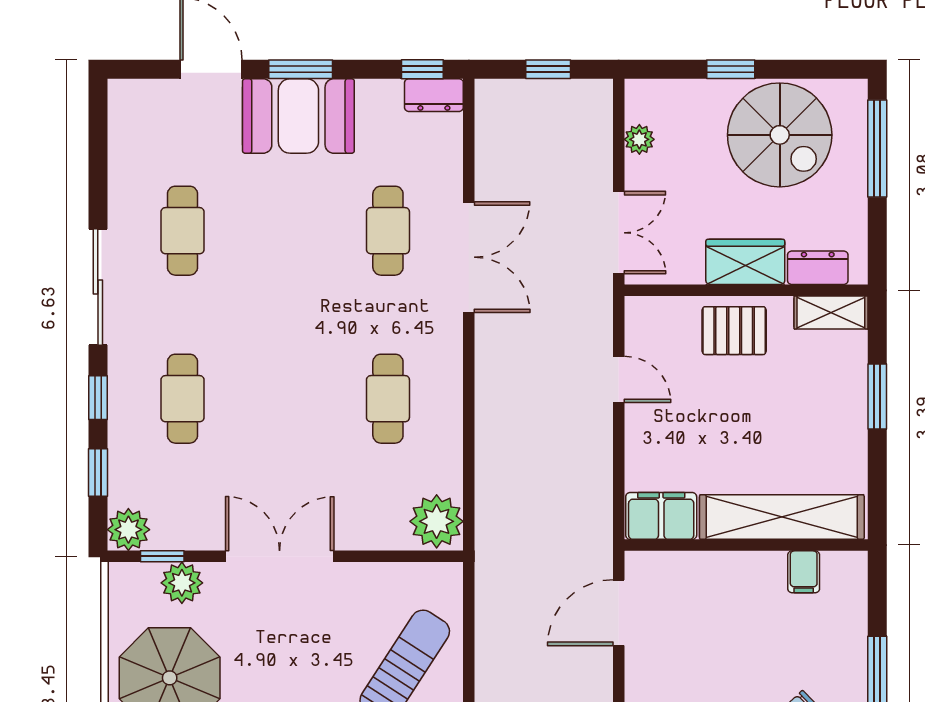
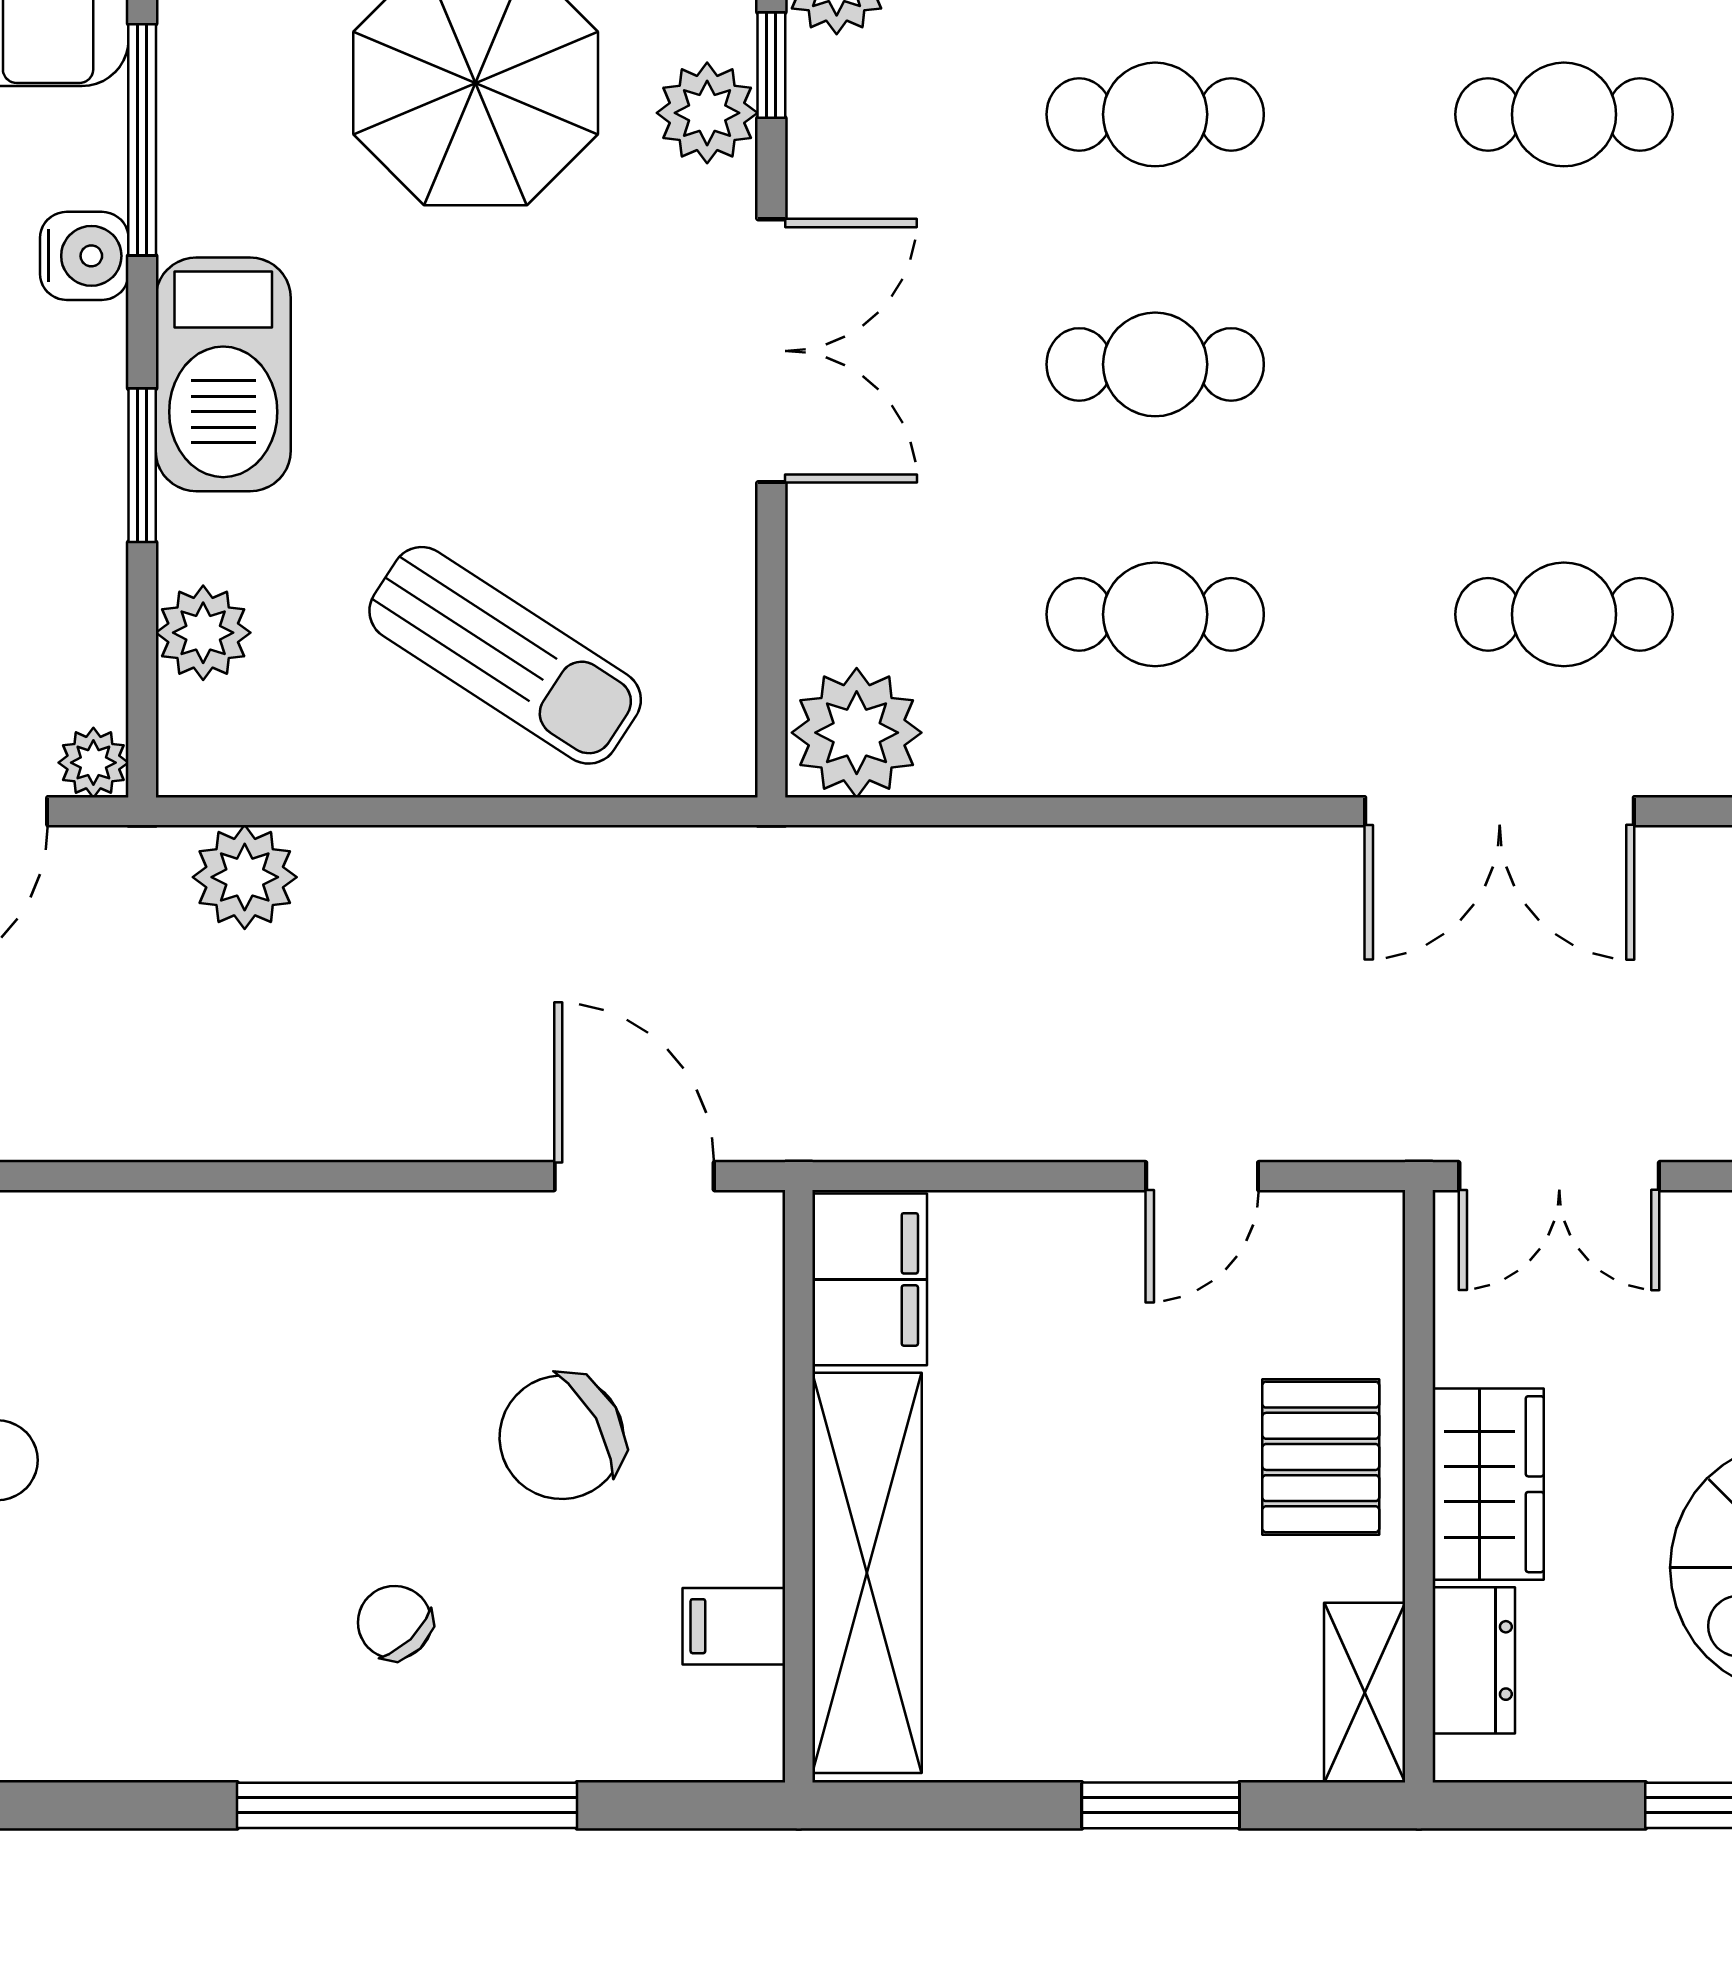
cafe table: (285, 399) -> (1155, 364), added
chair: (726, 643) -> (562, 1437), added

